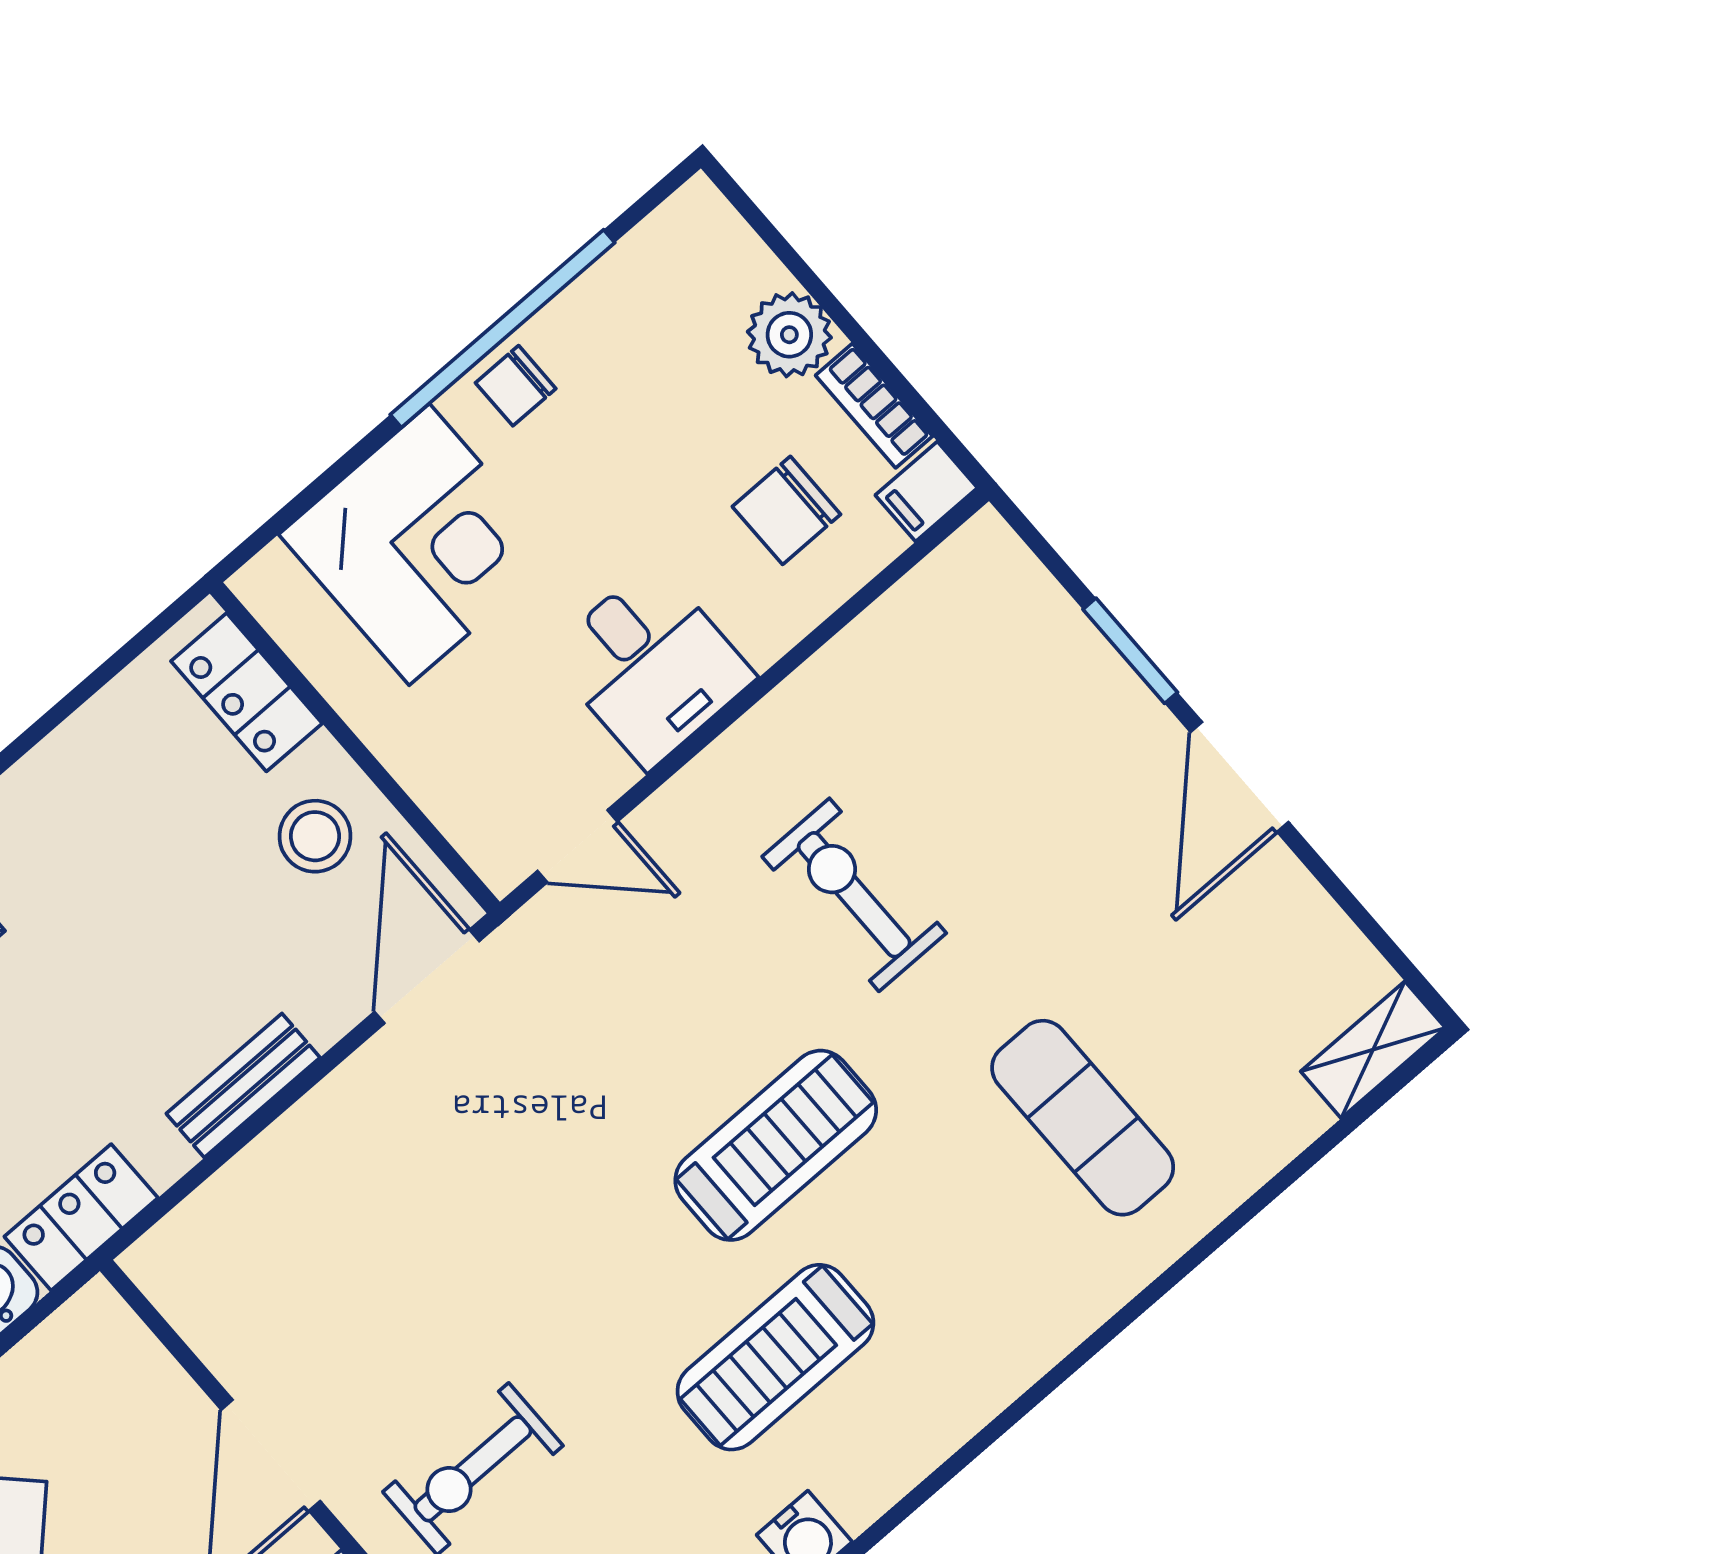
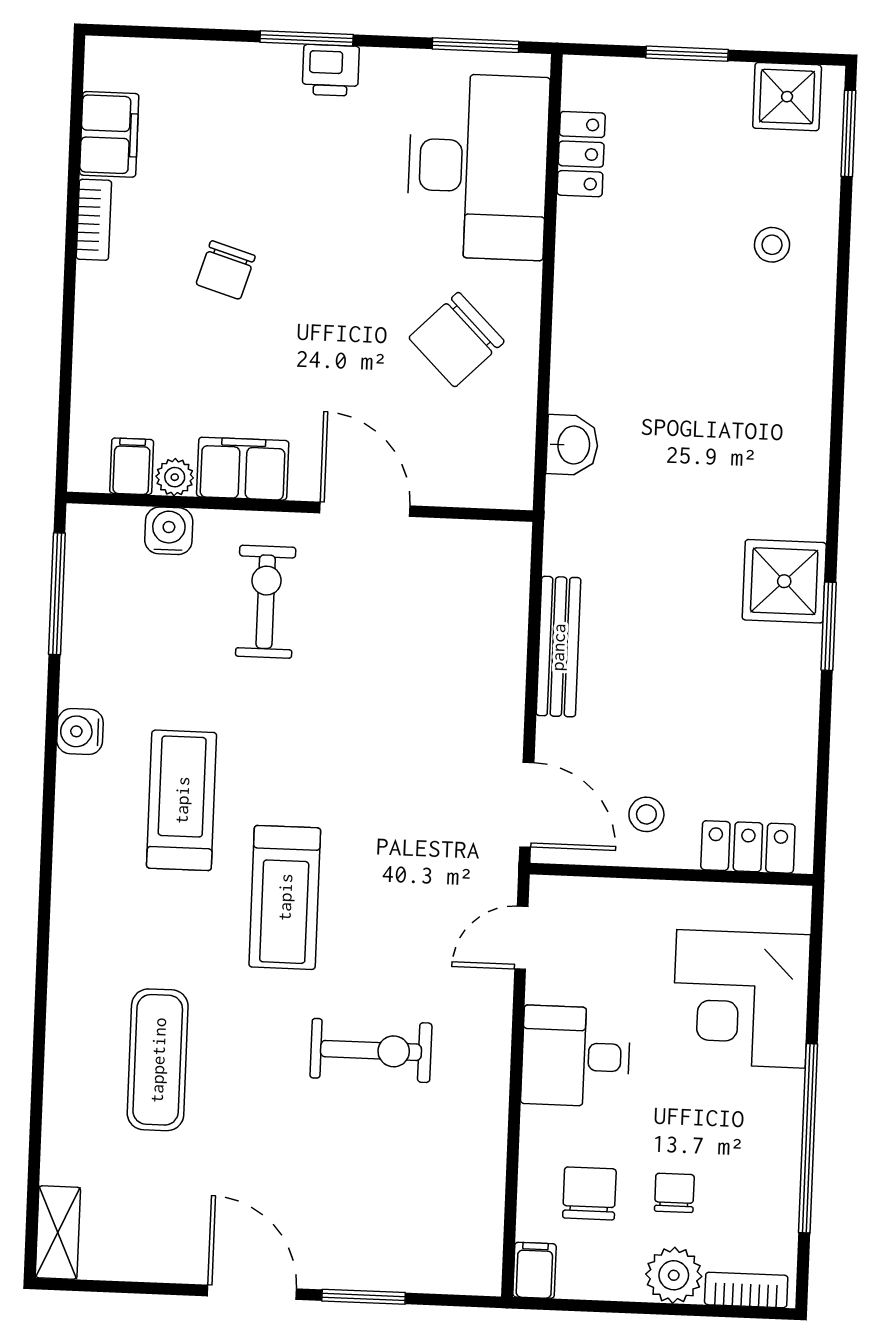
chair: (516, 386) -> (674, 1193), moved
bookcase: (874, 406) -> (746, 1290), moved
stool: (315, 836) -> (646, 814), width x0.73, depth x0.73
bench: (243, 1086) -> (558, 647), width x1.36
exercise mat: (1083, 1118) -> (158, 1060), turned 90
locker: (81, 1217) -> (568, 526), removed

